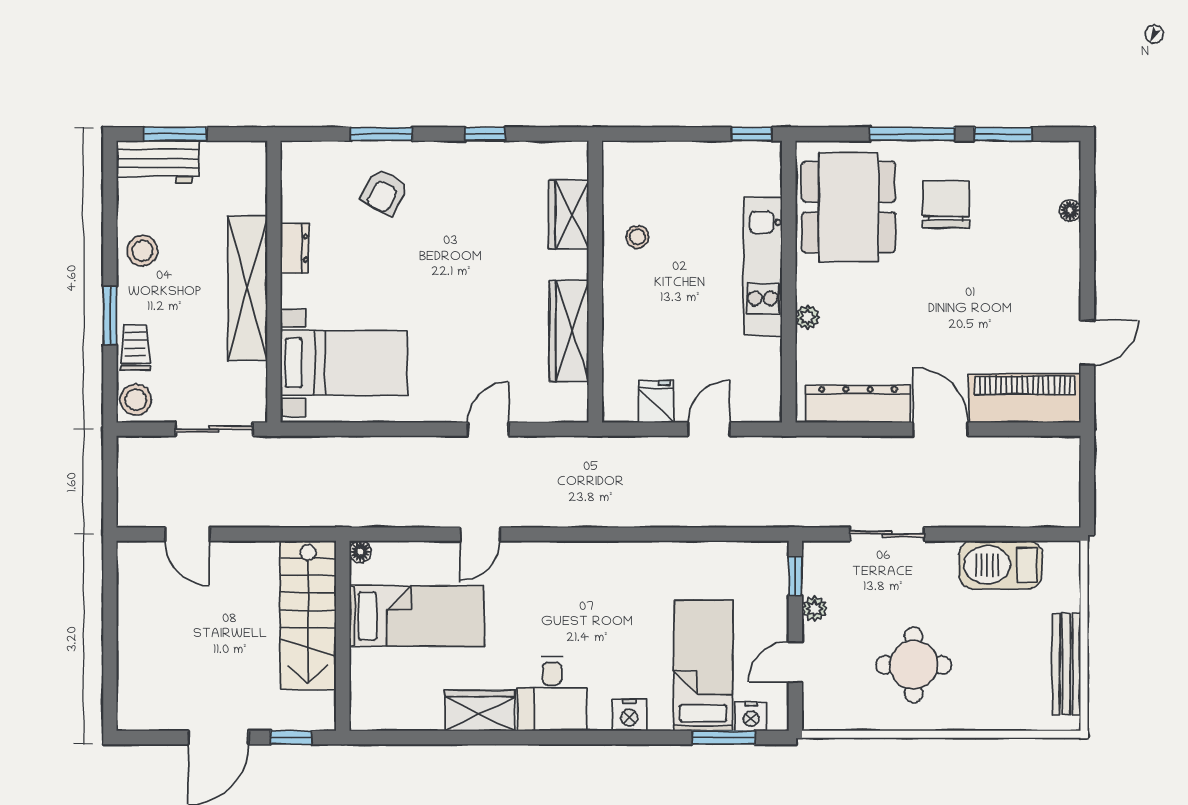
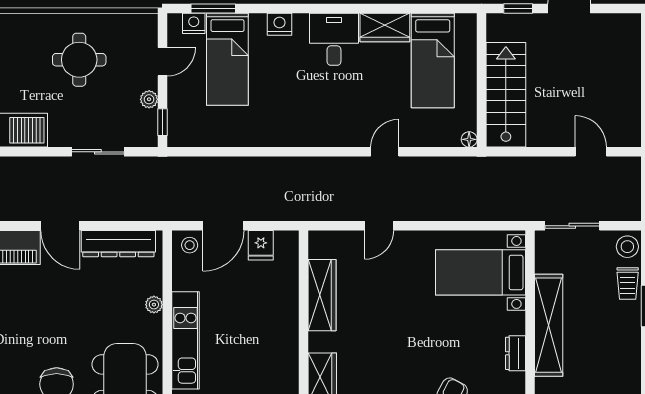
stool: (638, 237) -> (190, 245), moved
stool: (142, 251) -> (623, 352), removed
door: (709, 429) -> (223, 226), width x1.38
bed: (417, 616) -> (433, 60), moved, turned -90

